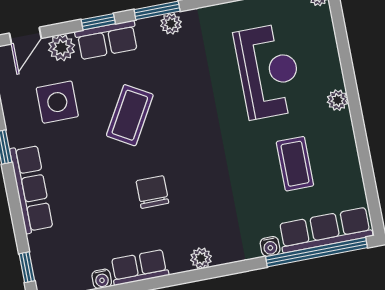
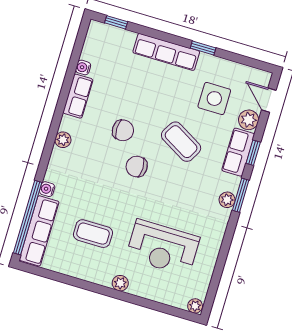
chair: (187, 153) -> (137, 167), added

